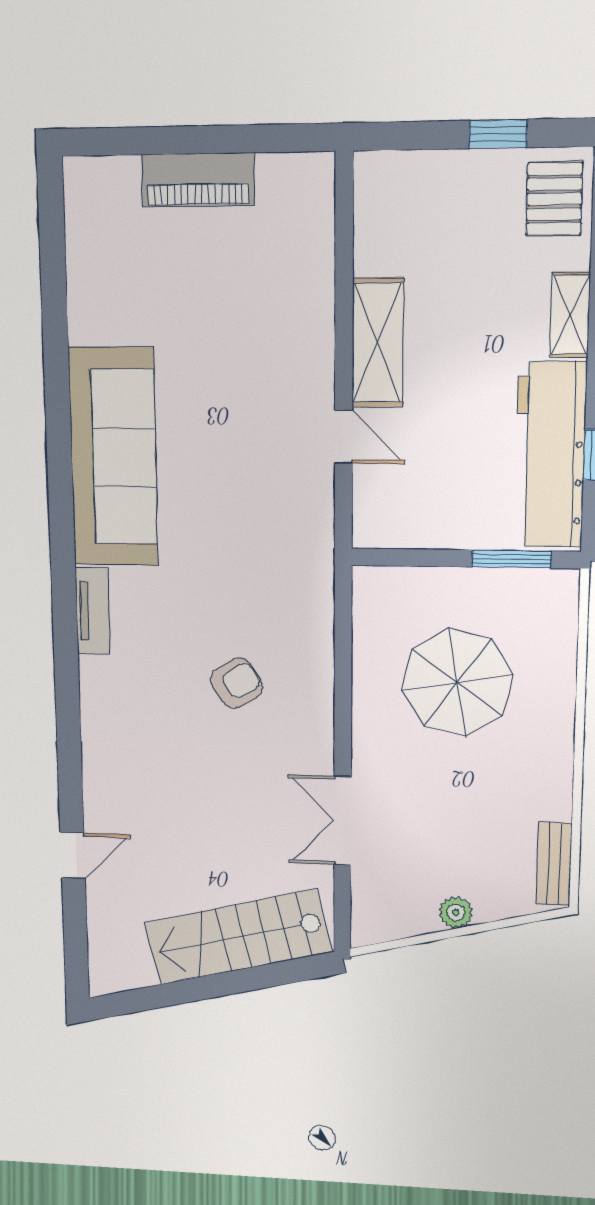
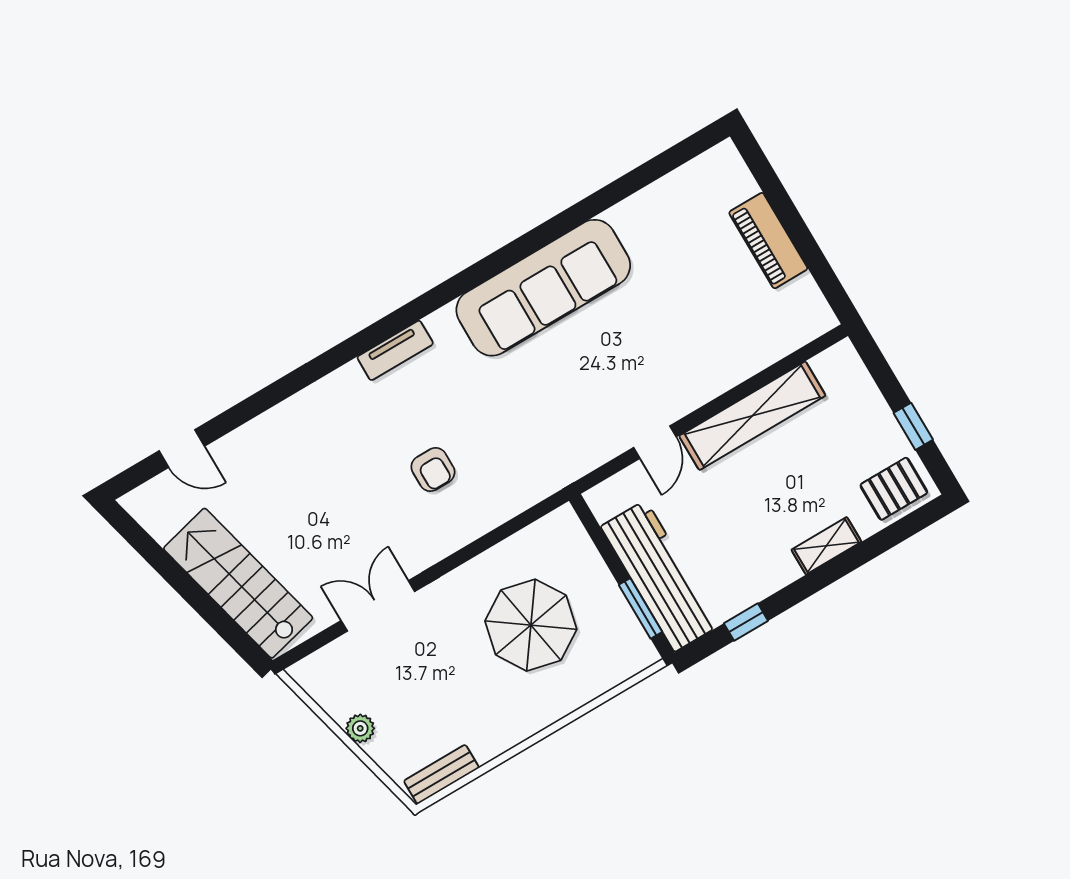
shelving: (378, 343) -> (752, 416), width x1.47
workbench: (550, 455) -> (660, 576), moved, turned 90
tv unit: (93, 611) -> (395, 350), moved
armchair: (237, 683) -> (433, 469), turned 31
door: (73, 855) -> (182, 448), moved

